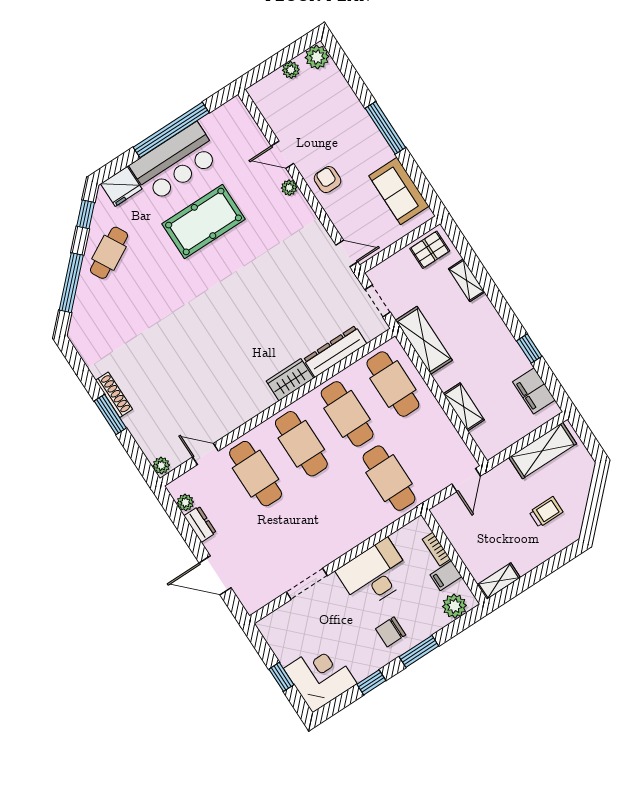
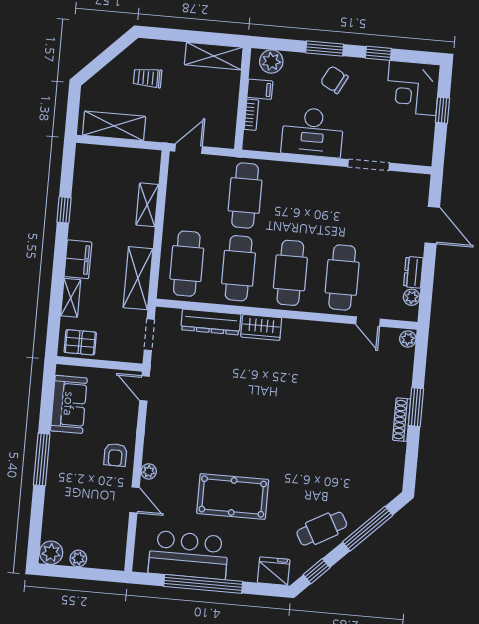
bar counter: (175, 162) -> (188, 555), moved
filing cabinet: (534, 391) -> (78, 259), moved
shelving: (499, 581) -> (214, 56), width x1.50, depth x1.33
chair: (391, 632) -> (334, 80), turned -152

